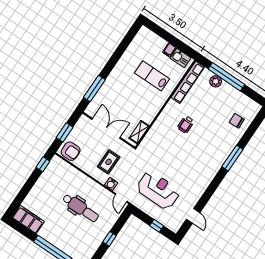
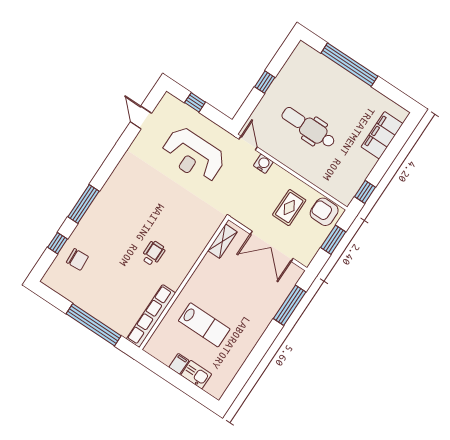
kitchen sink: (180, 58) -> (196, 375), moved
plant: (216, 81) -> (110, 318), removed
window: (250, 132) -> (57, 243), added
rug: (109, 162) -> (289, 208), moved
filing cabinet: (28, 219) -> (382, 135), moved, turned 90

